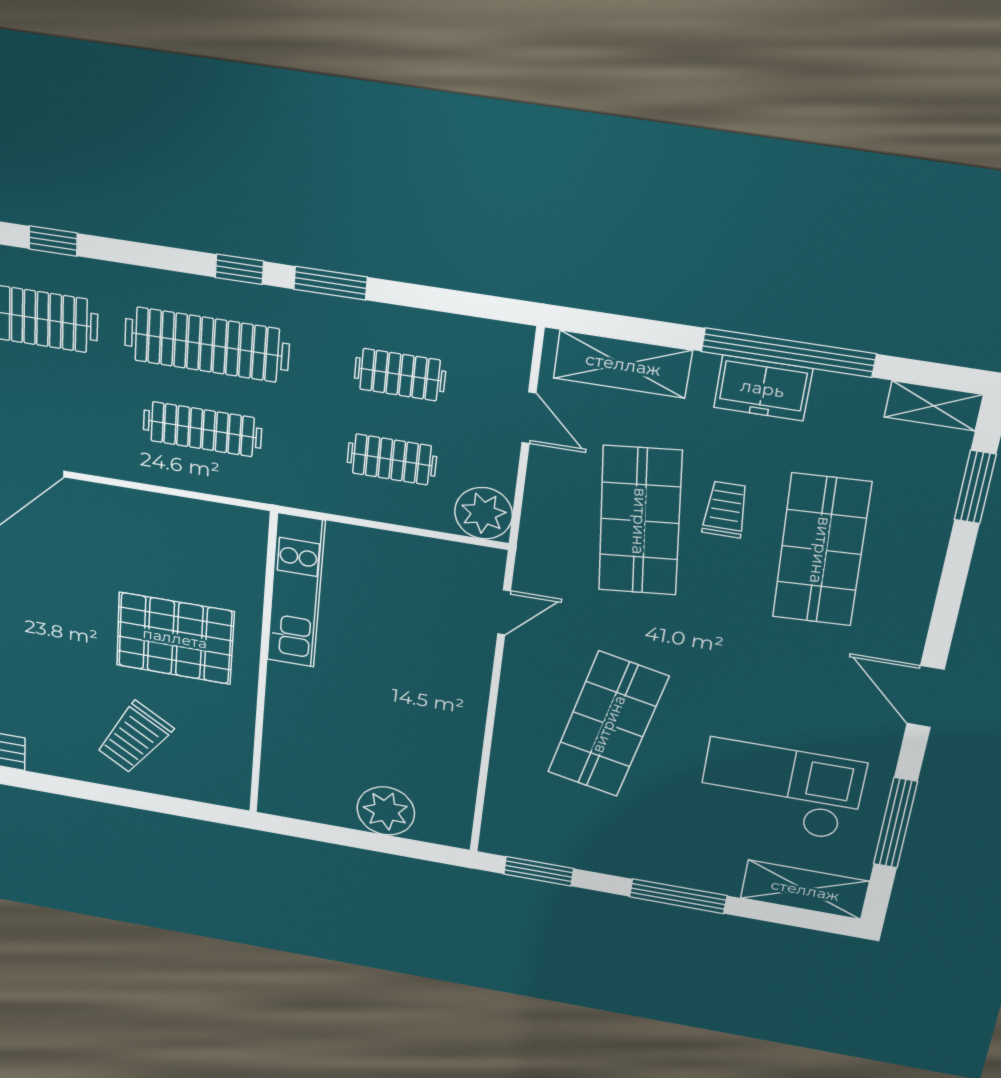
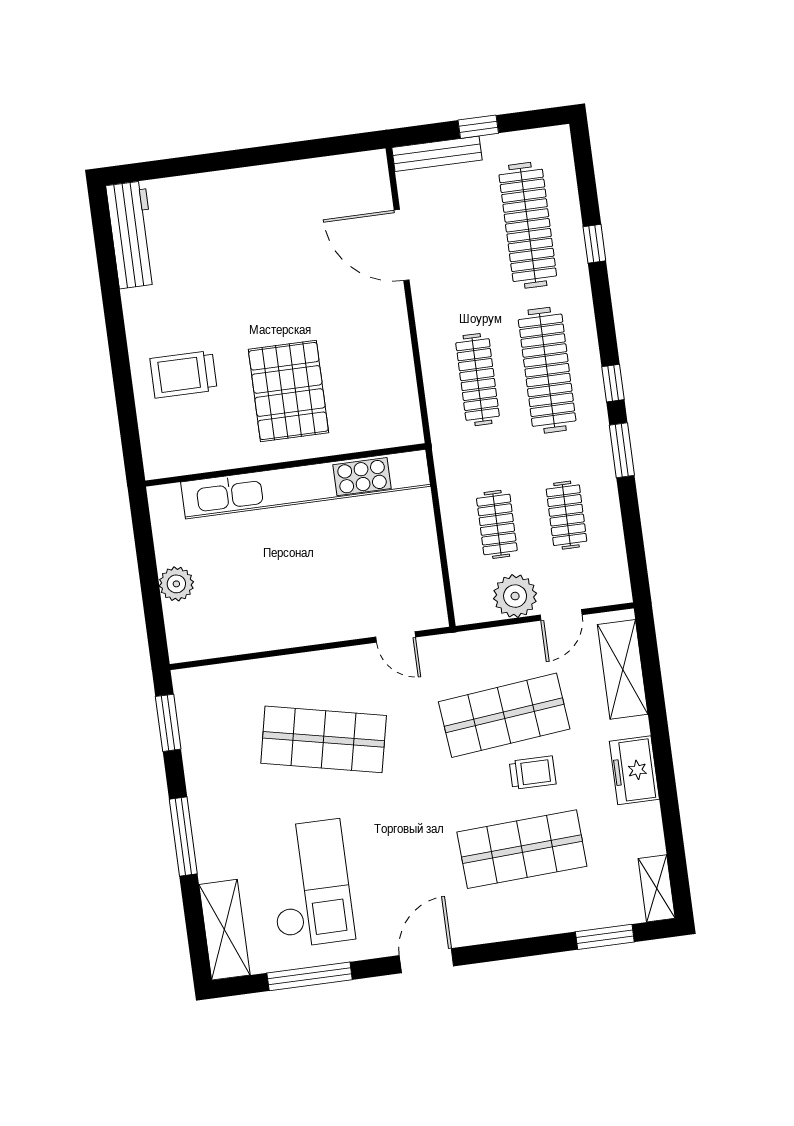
window: (788, 353) -> (666, 779), removed
plant: (484, 513) -> (515, 596), moved
kitchen unit: (296, 591) -> (306, 484), width x1.86
trolley: (134, 738) -> (184, 374), turned -32
plant: (386, 811) -> (176, 584), width x0.73, depth x0.73

